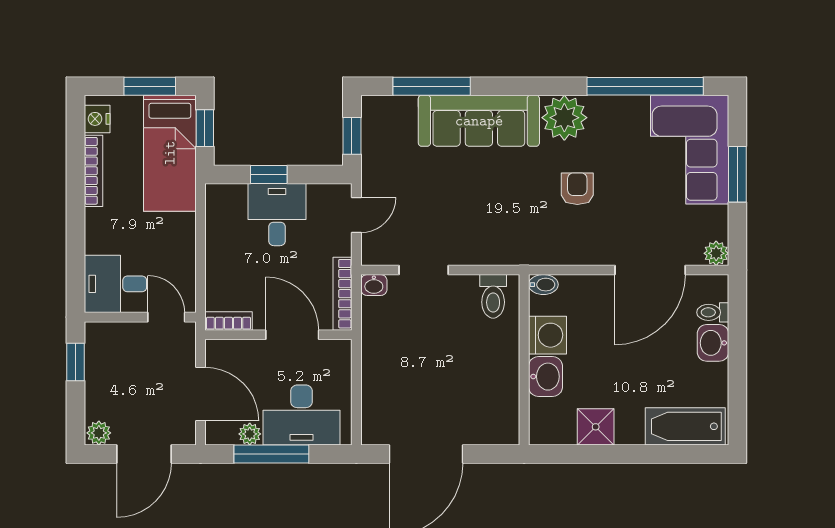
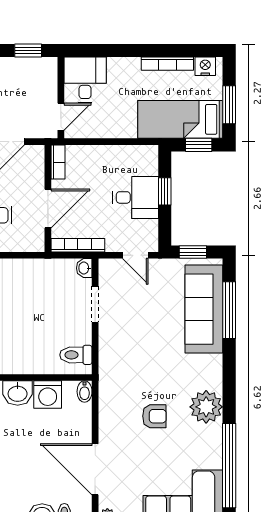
sofa: (479, 121) -> (204, 309), moved

